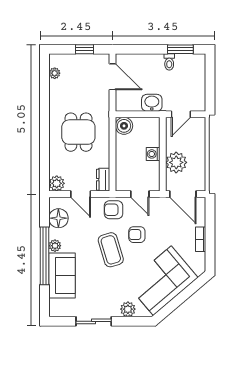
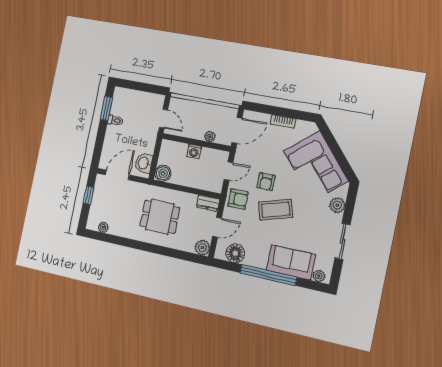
washbasin: (152, 103) -> (144, 163), moved
plant: (176, 162) -> (210, 137), width x0.53, depth x0.53
armchair: (114, 210) -> (238, 199), turned -90
plant: (55, 246) -> (319, 276), moved

